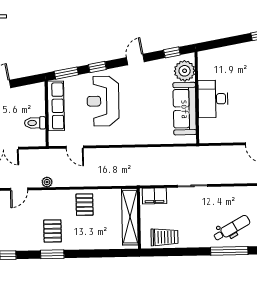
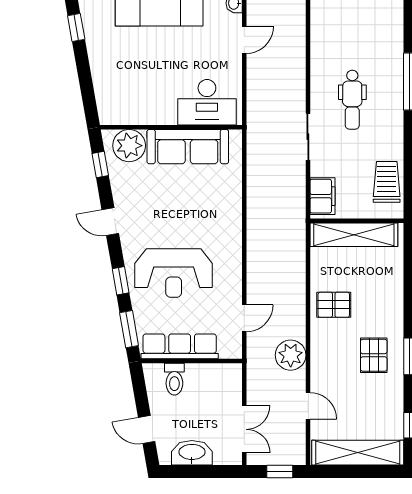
desk: (213, 99) -> (207, 102), moved
toilet: (35, 123) -> (174, 379), moved
plant: (47, 182) -> (291, 355), width x1.87, depth x1.87
dental chair: (232, 228) -> (352, 100), moved, turned -151
pallet: (53, 231) -> (374, 355), turned 90

